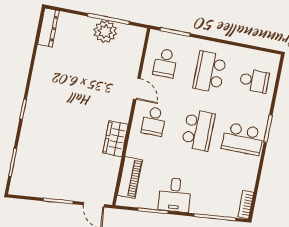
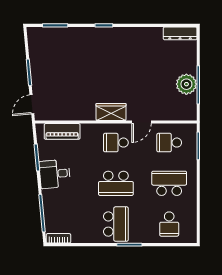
wardrobe: (115, 139) -> (111, 112), moved
school desk: (243, 139) -> (116, 224), turned 180

